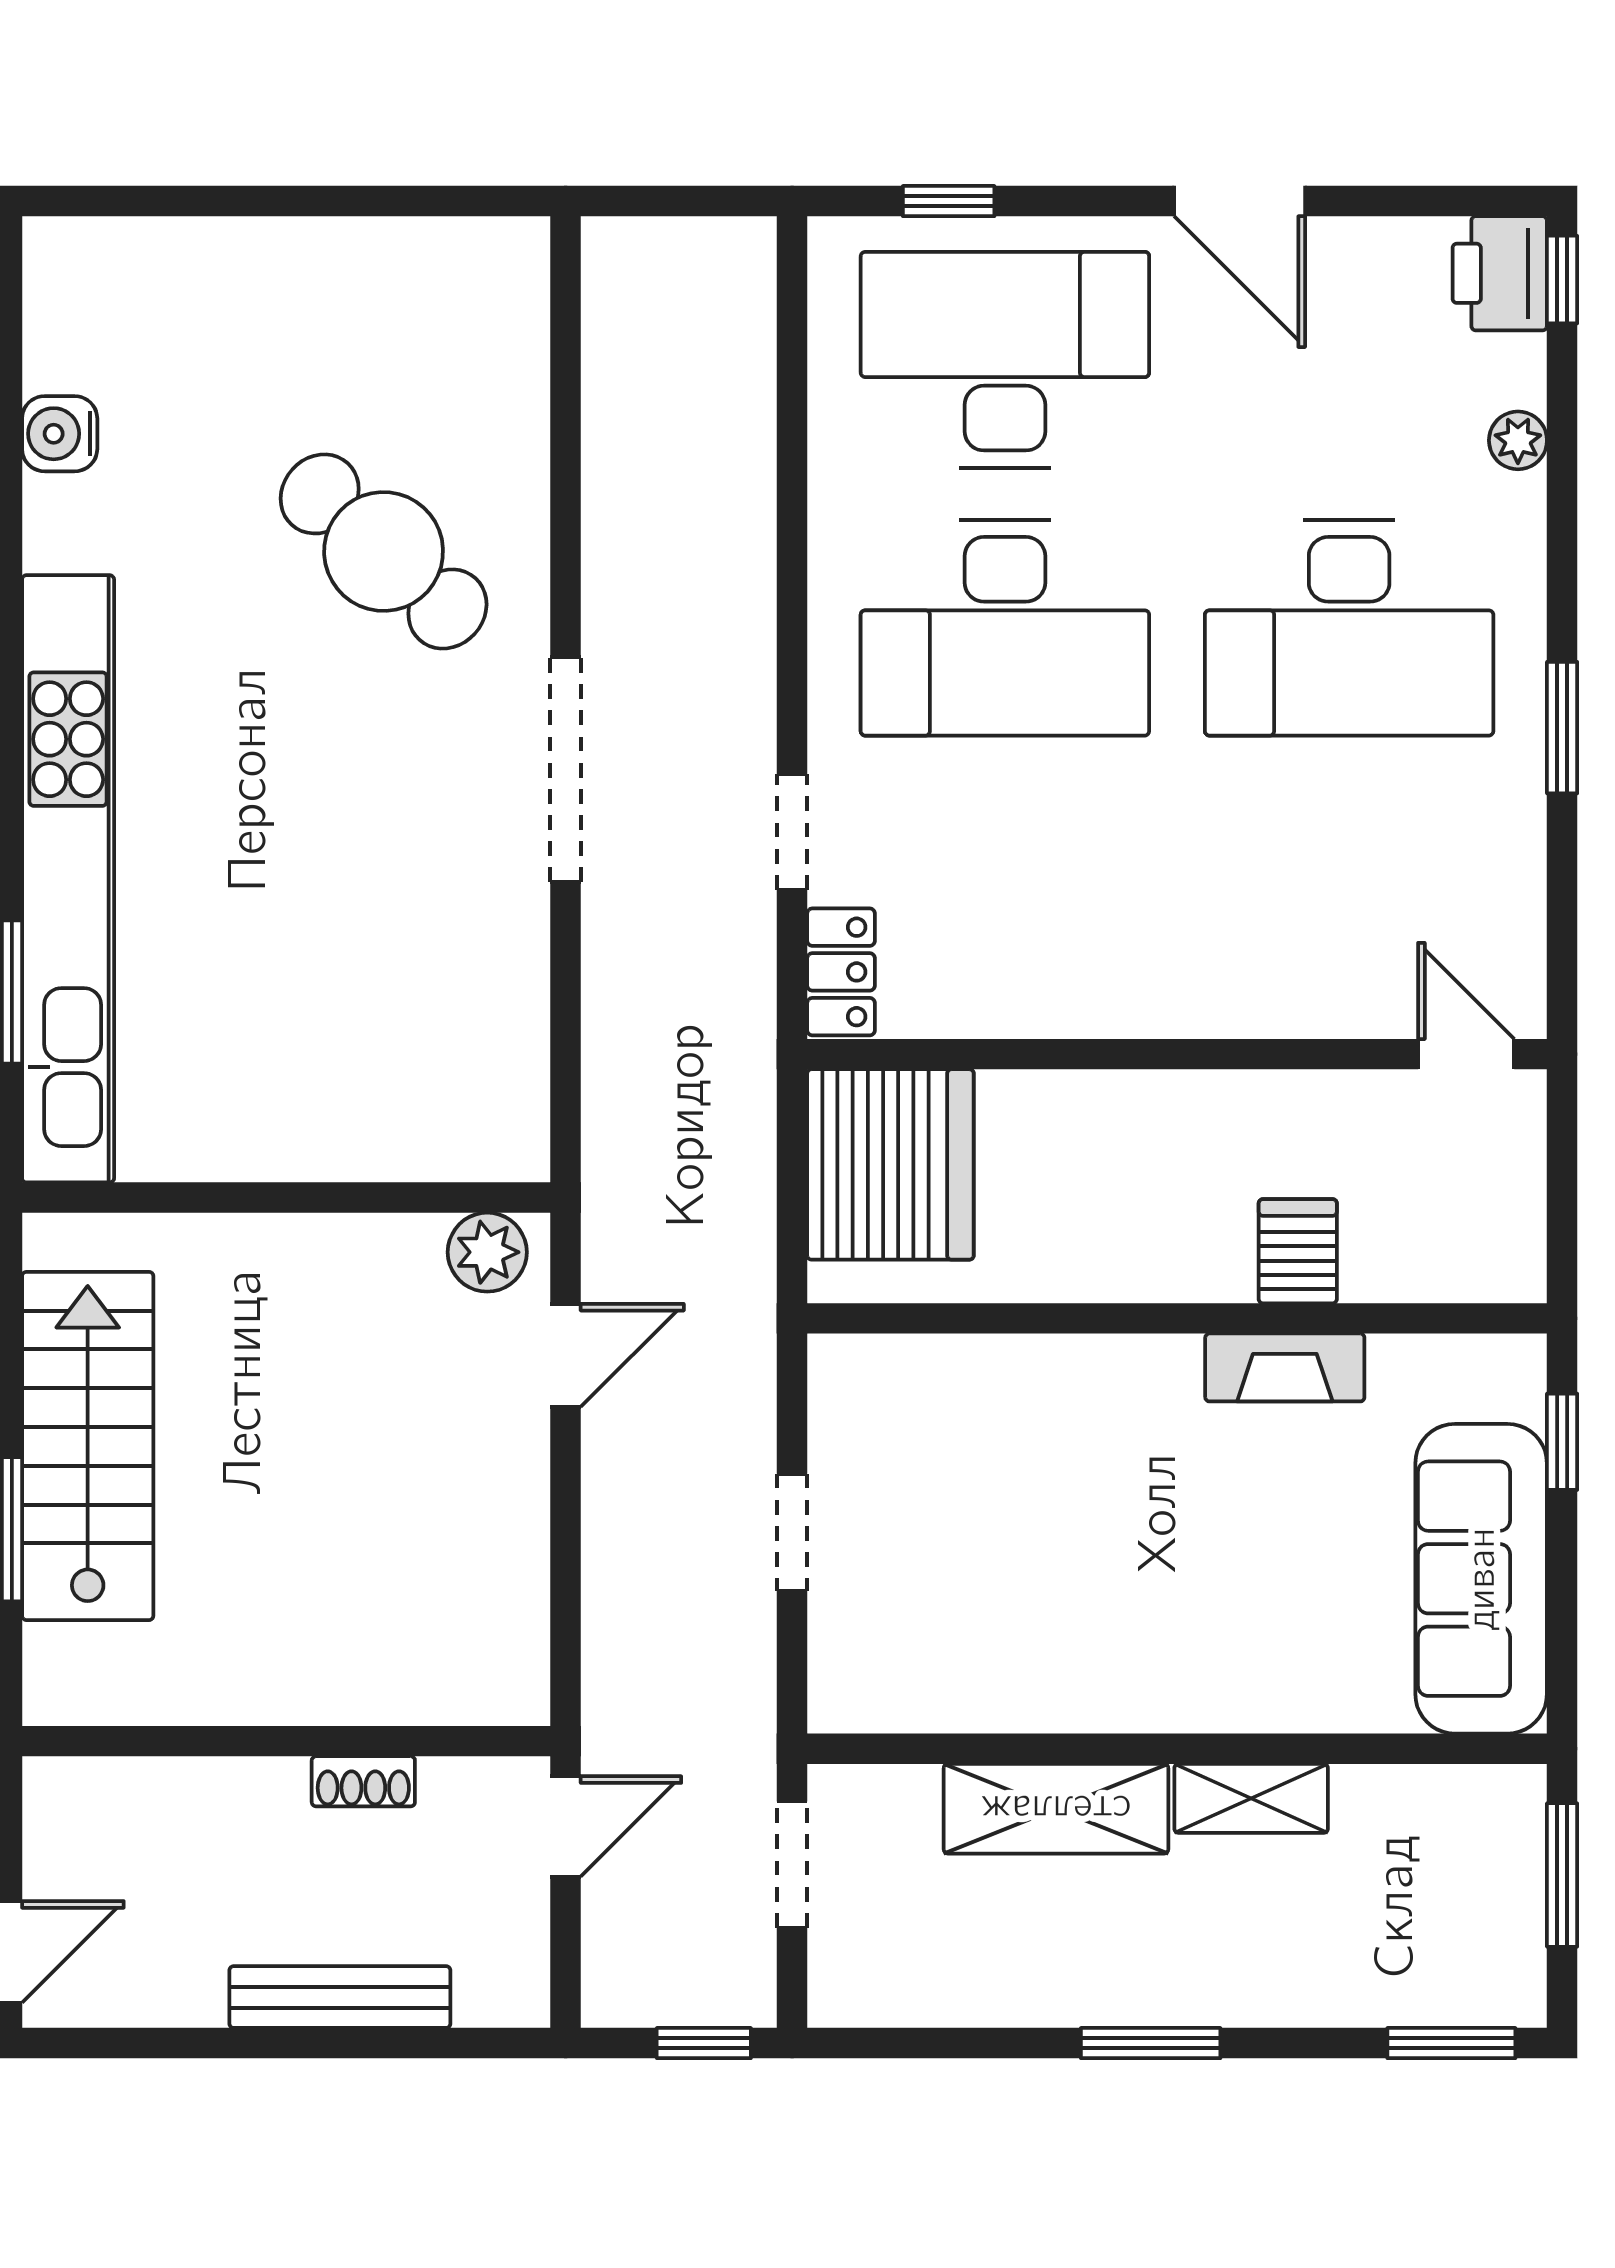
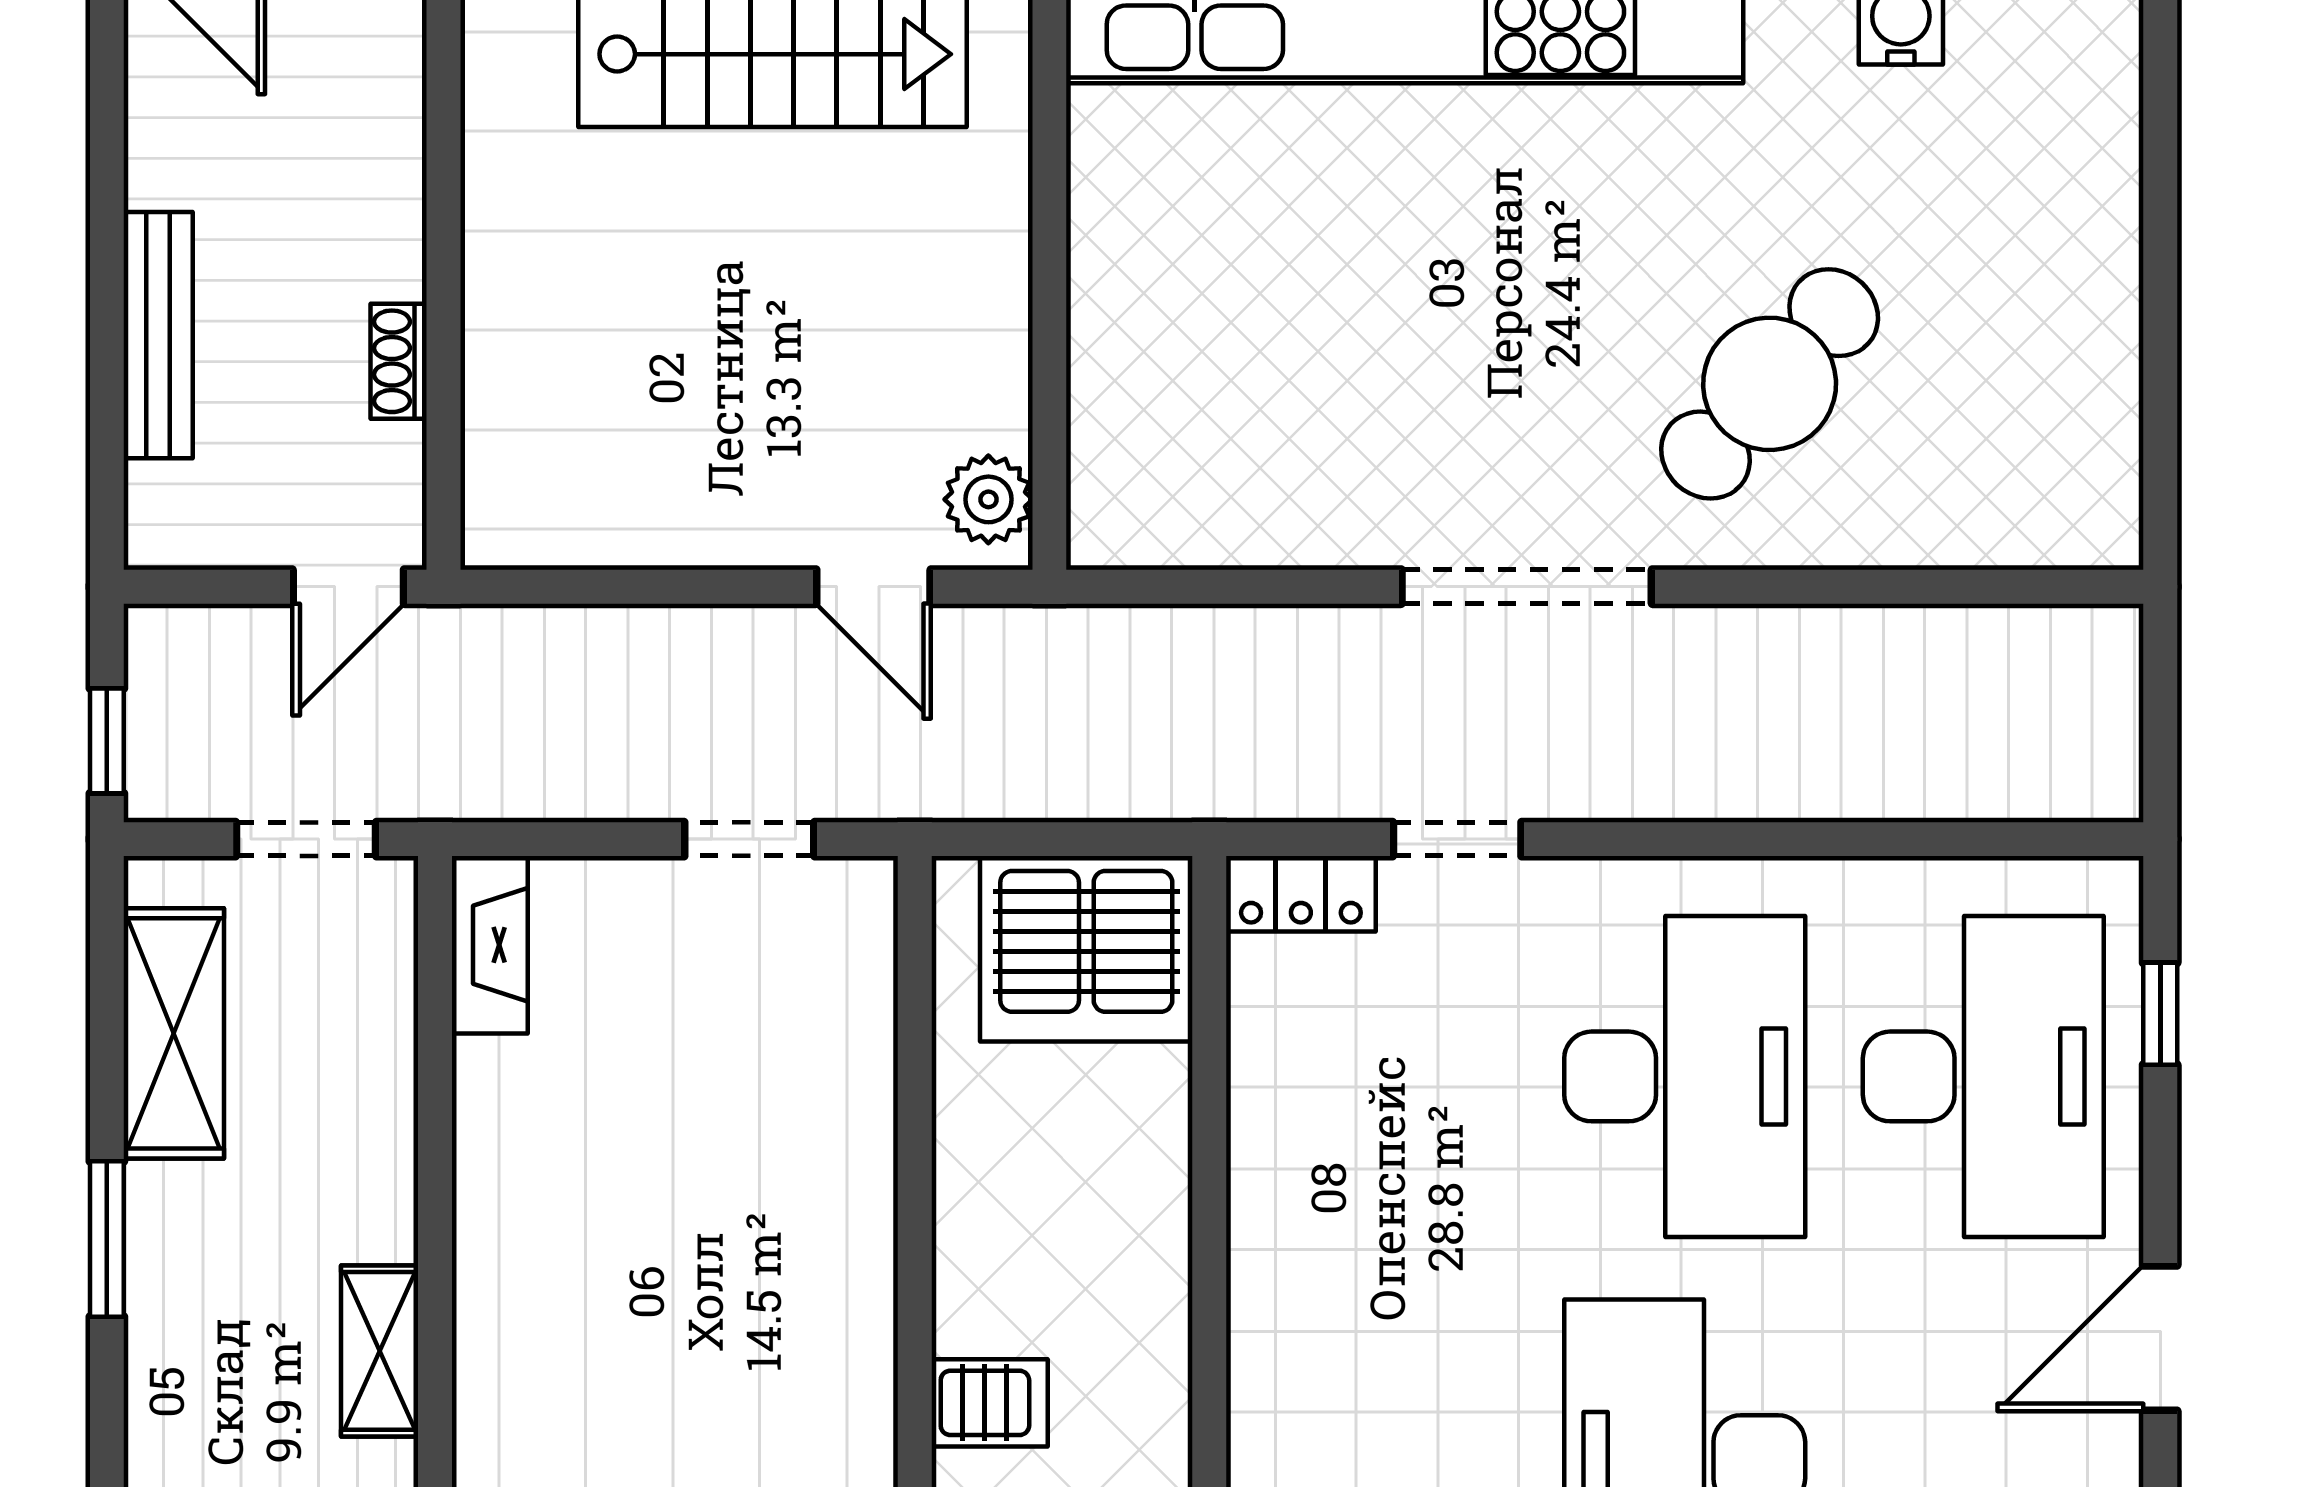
desk: (1005, 628) -> (1685, 1076), turned 180
fireplace: (1285, 1367) -> (490, 945), moved, turned 180
doorway: (792, 1532) -> (749, 839), moved
shelving: (1056, 1809) -> (174, 1033), moved
door: (566, 1826) -> (348, 587), hinge flipped

